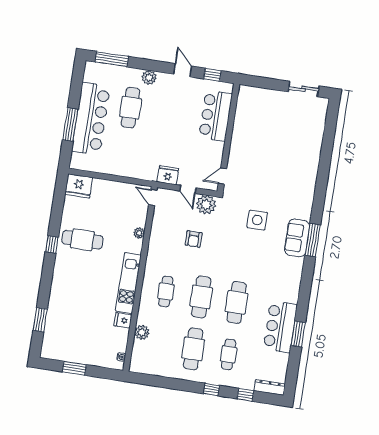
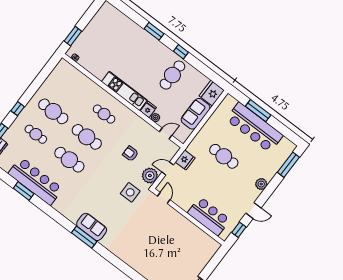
cafe table: (131, 108) -> (224, 156), moved
sofa: (111, 191) -> (196, 114), added
door: (153, 198) -> (166, 133), moved
side table: (257, 220) -> (130, 192), moved
window: (40, 320) -> (154, 31), moved
fridge: (123, 320) -> (148, 109), moved
bar counter: (280, 327) -> (35, 181), width x1.36
plant: (142, 333) -> (84, 82), removed
window: (74, 368) -> (73, 36), moved

